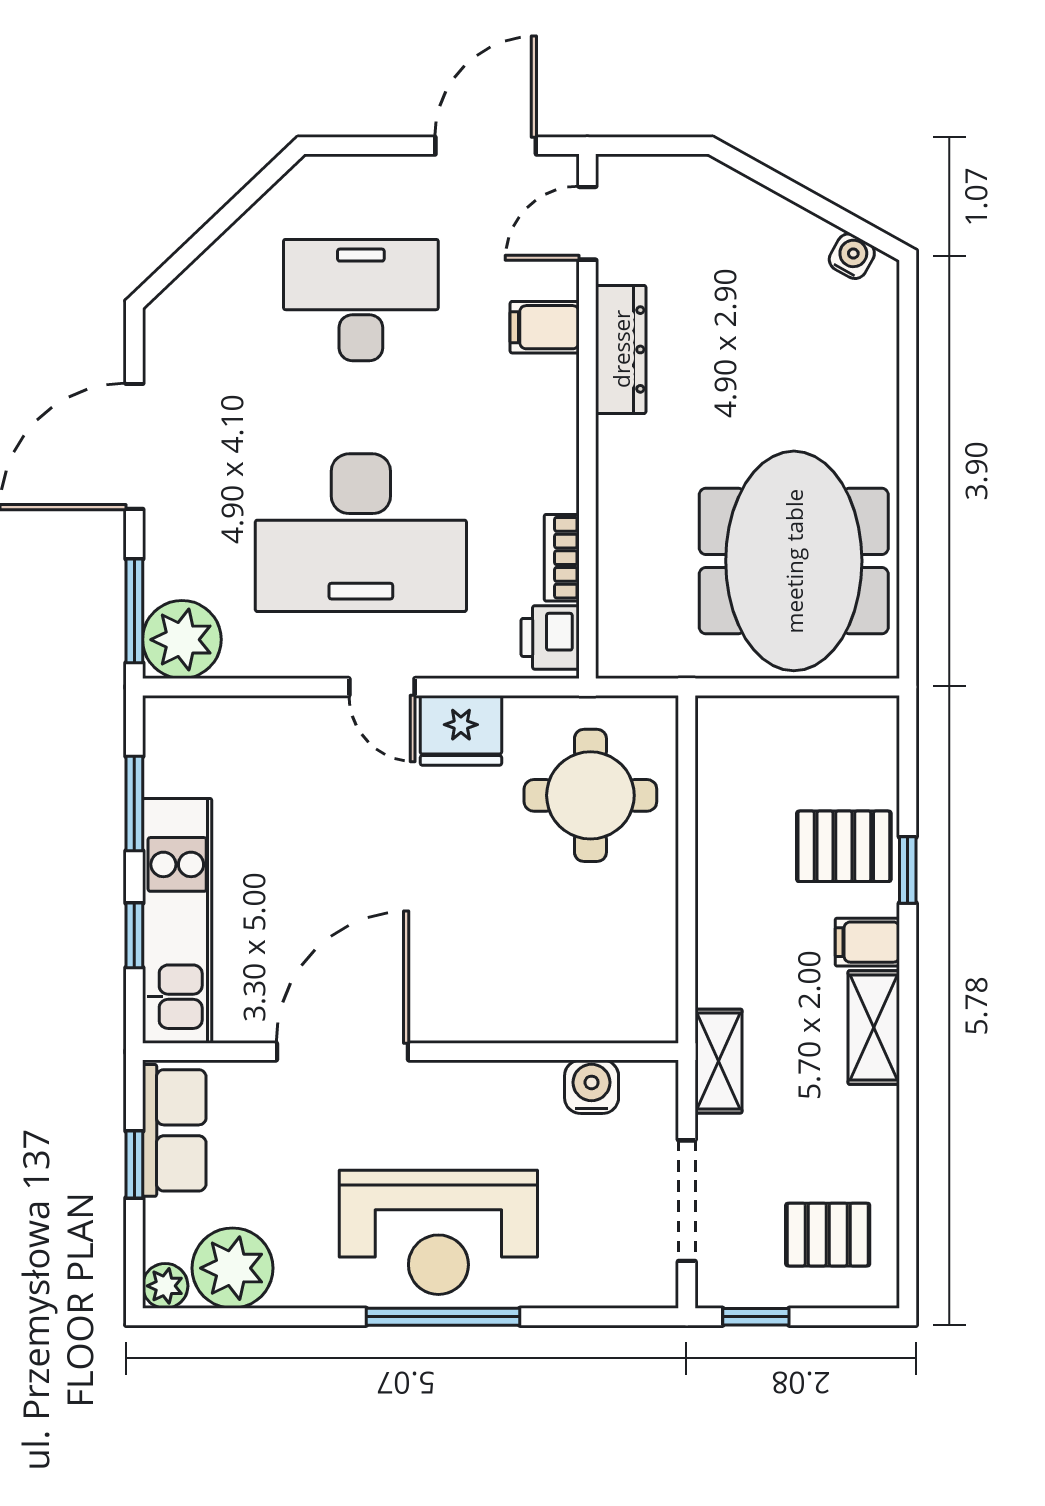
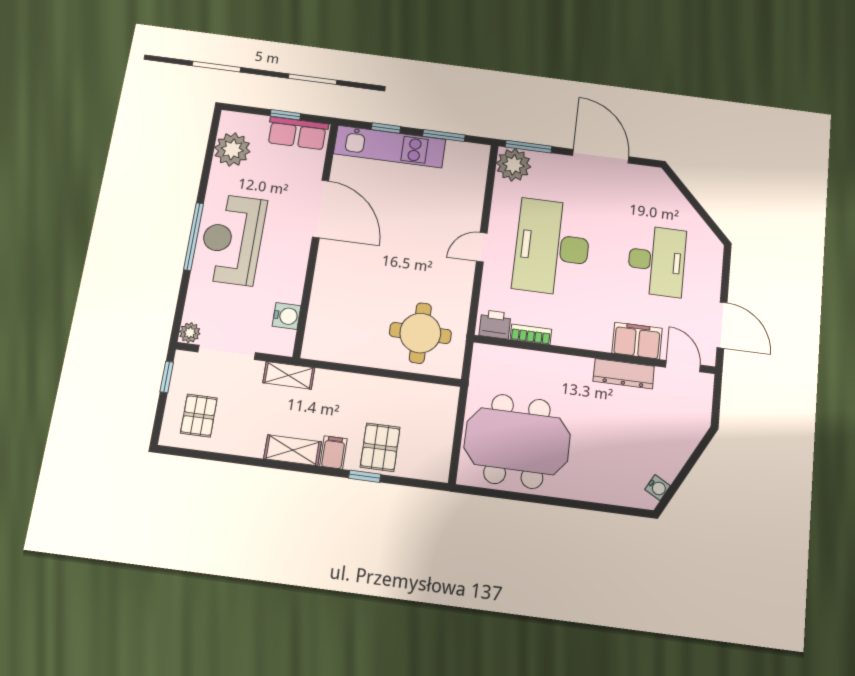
filing cabinet: (545, 327) -> (637, 341), width x2.00
fridge: (461, 730) -> (458, 279), removed
plant: (165, 1286) -> (190, 333), moved

